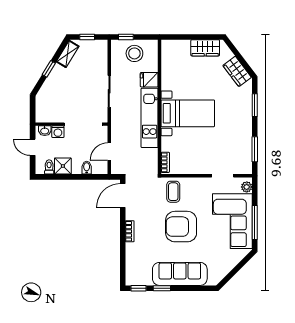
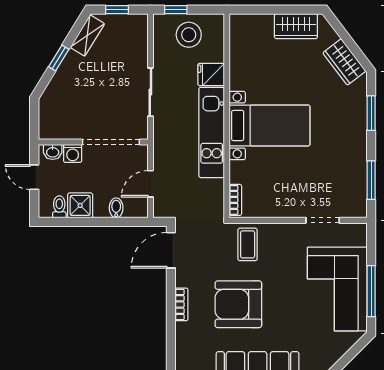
plant: (247, 187) -> (359, 237), removed
armchair: (181, 227) -> (238, 304), moved

